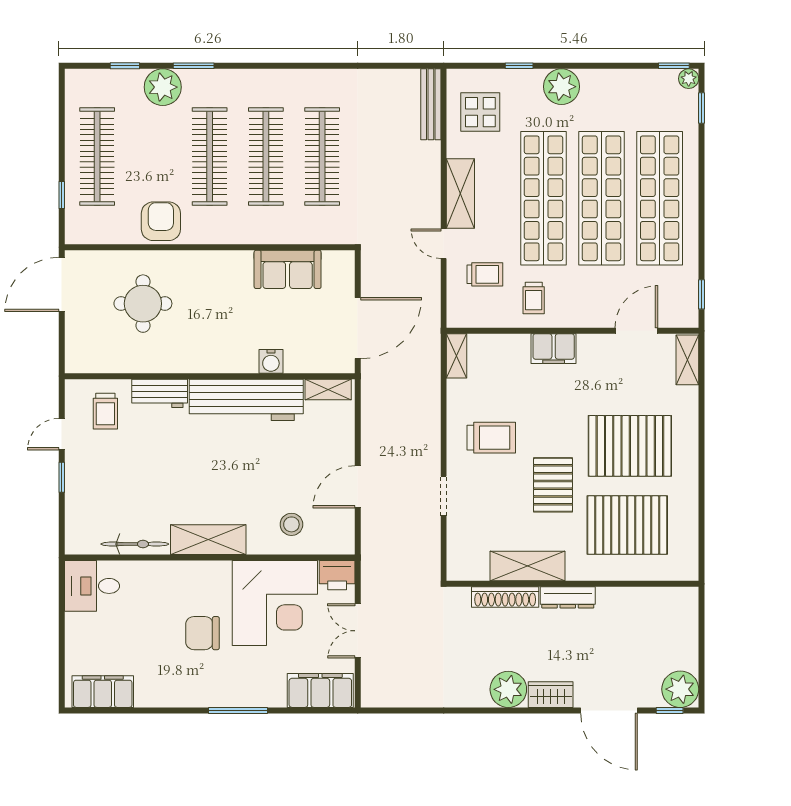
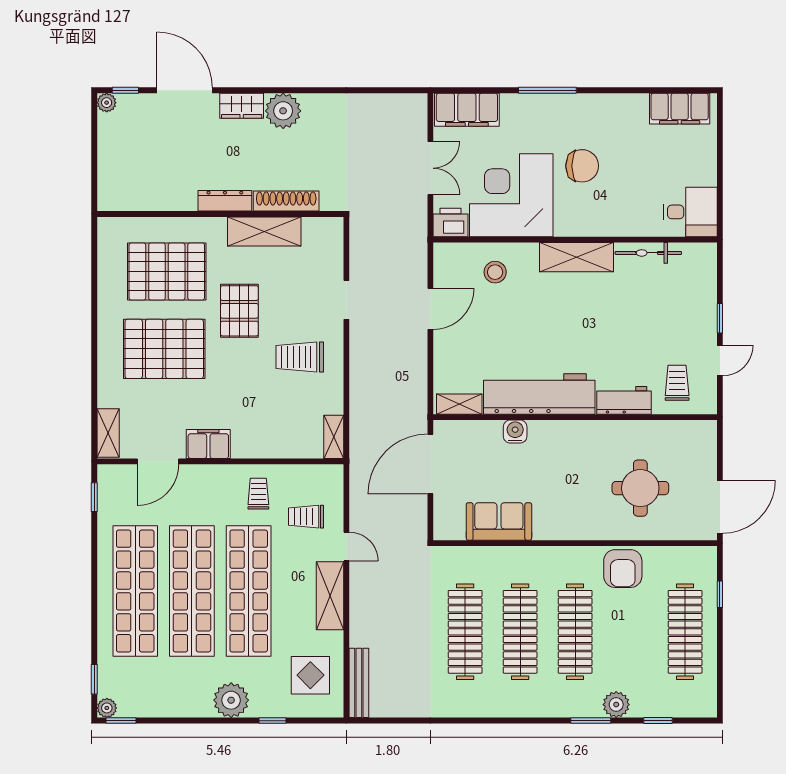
plant: (163, 87) -> (616, 705), width x0.73, depth x0.73
filing cabinet: (554, 349) -> (208, 444), moved
plant: (680, 689) -> (107, 103), width x0.53, depth x0.53

